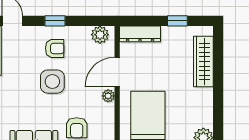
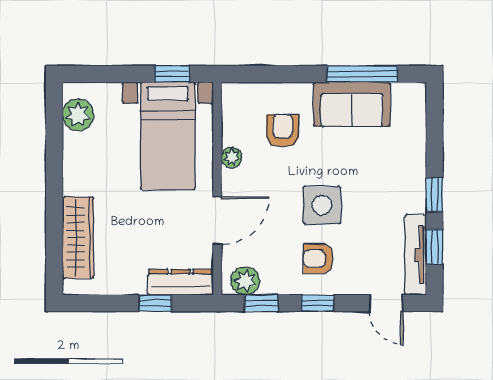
window: (90, 21) -> (261, 303), added
window: (177, 21) -> (155, 303), moved
plant: (108, 96) -> (232, 157), moved

